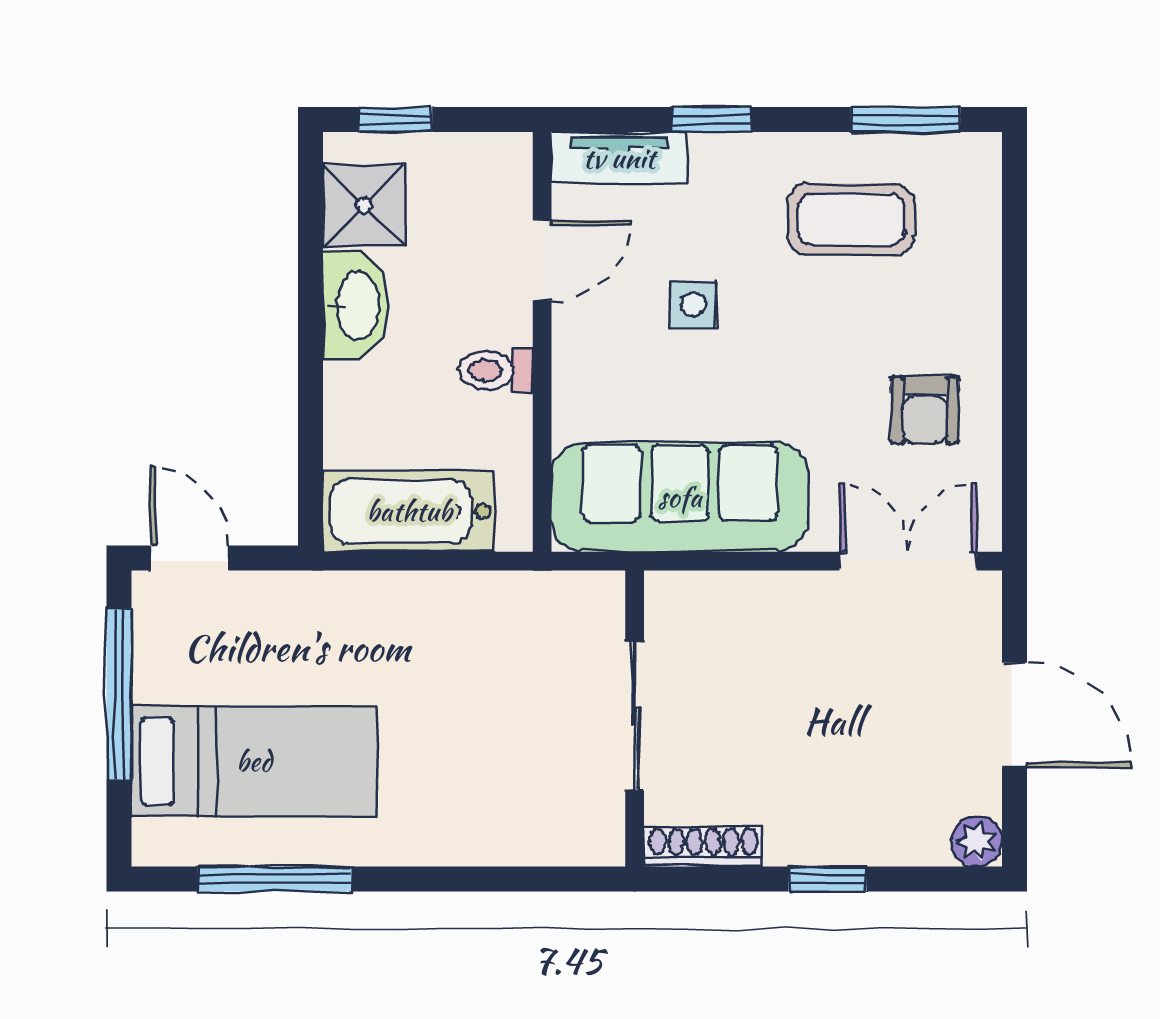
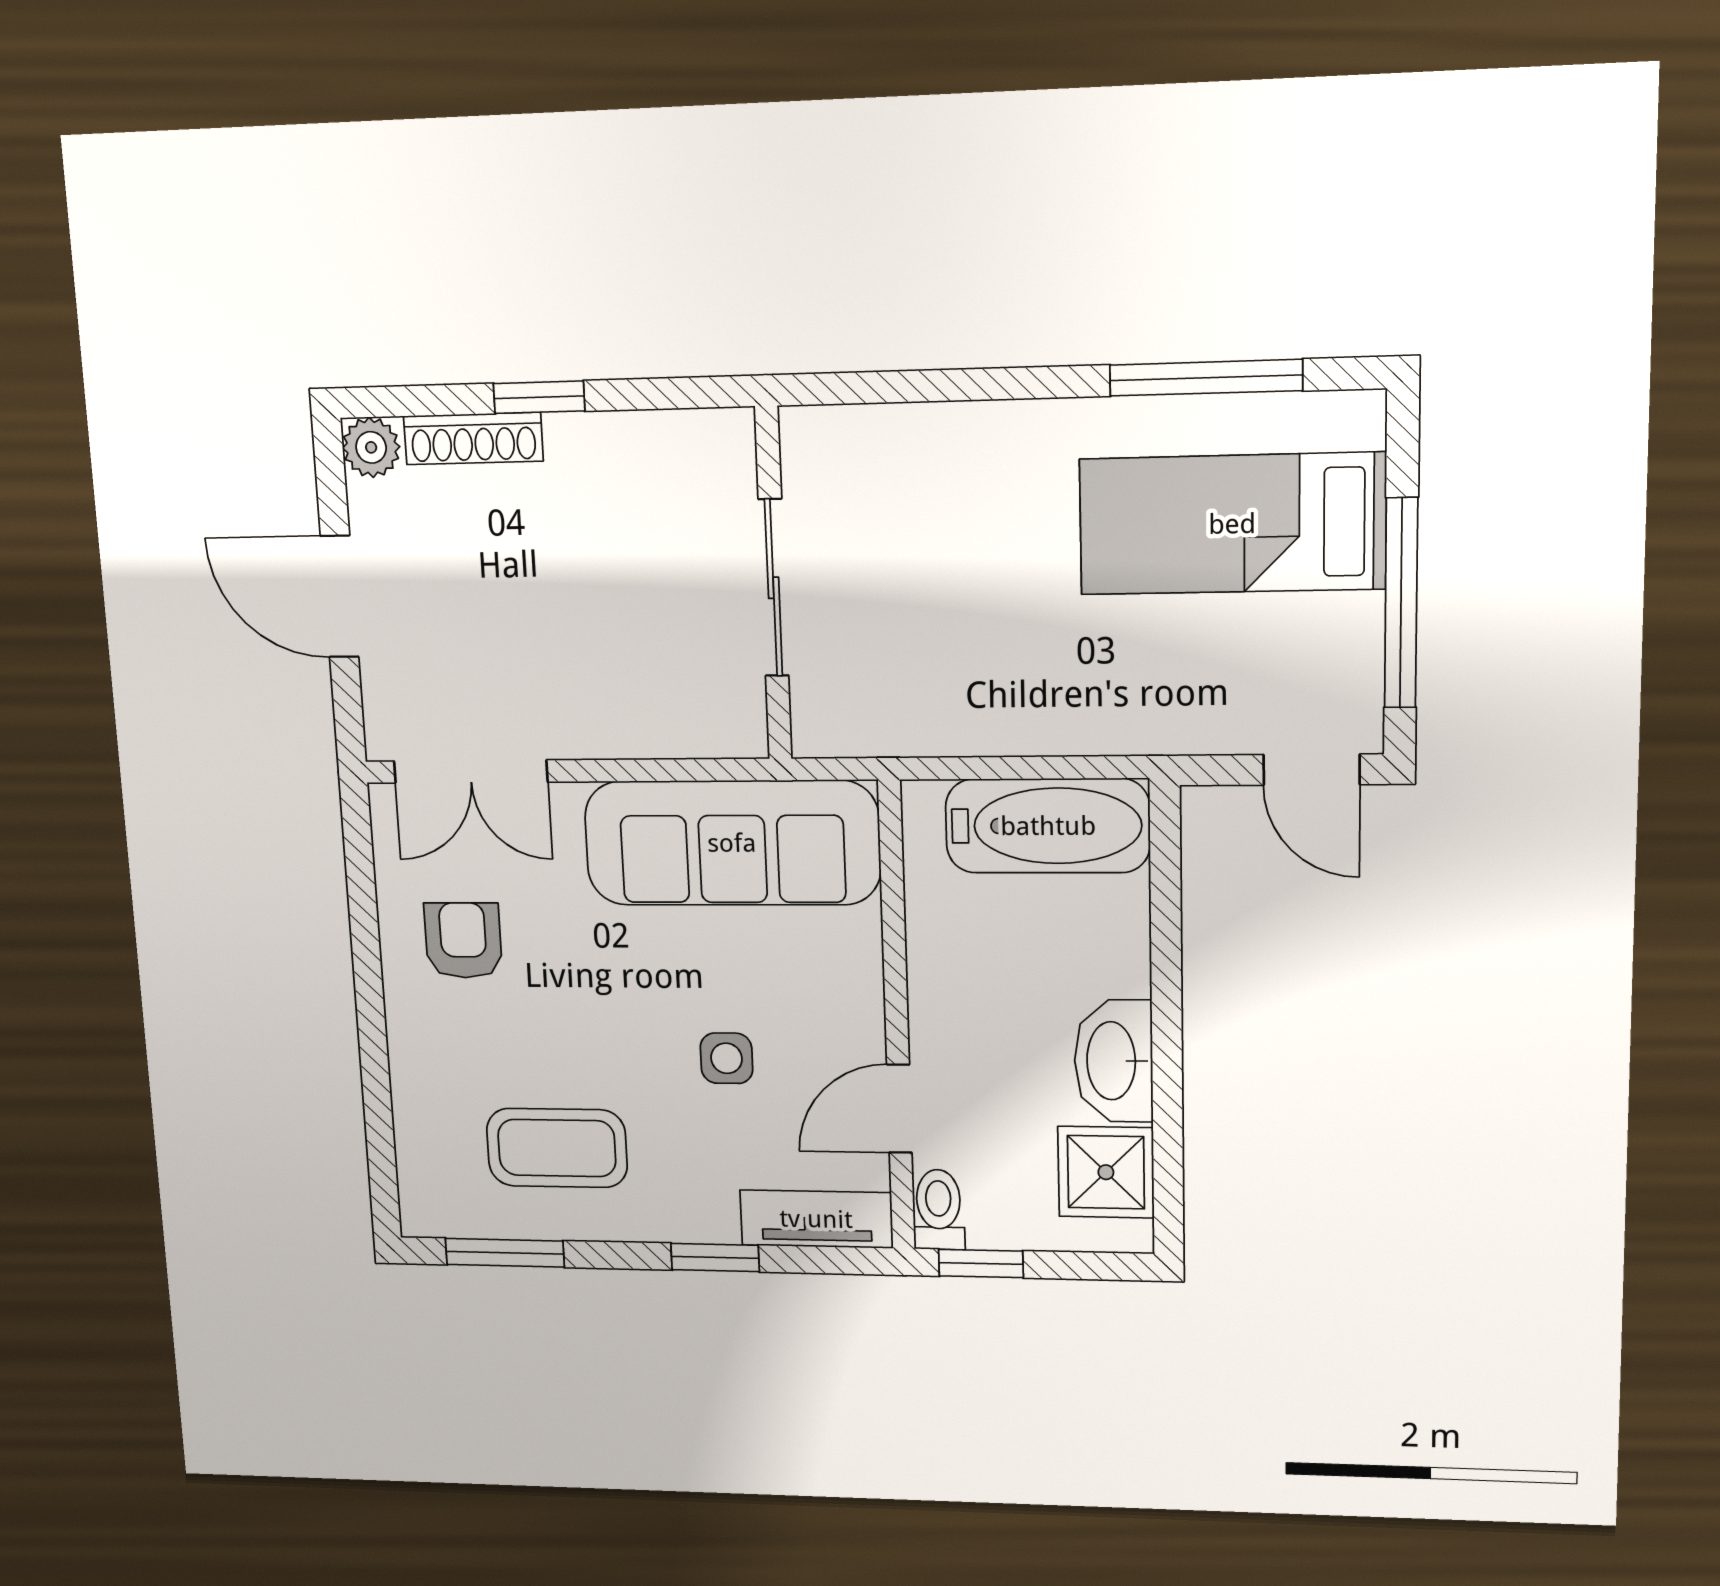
window: (395, 119) -> (981, 1263), moved
toilet: (496, 370) -> (939, 1210), moved, turned -90
shoe rack: (704, 846) -> (473, 439), moved

